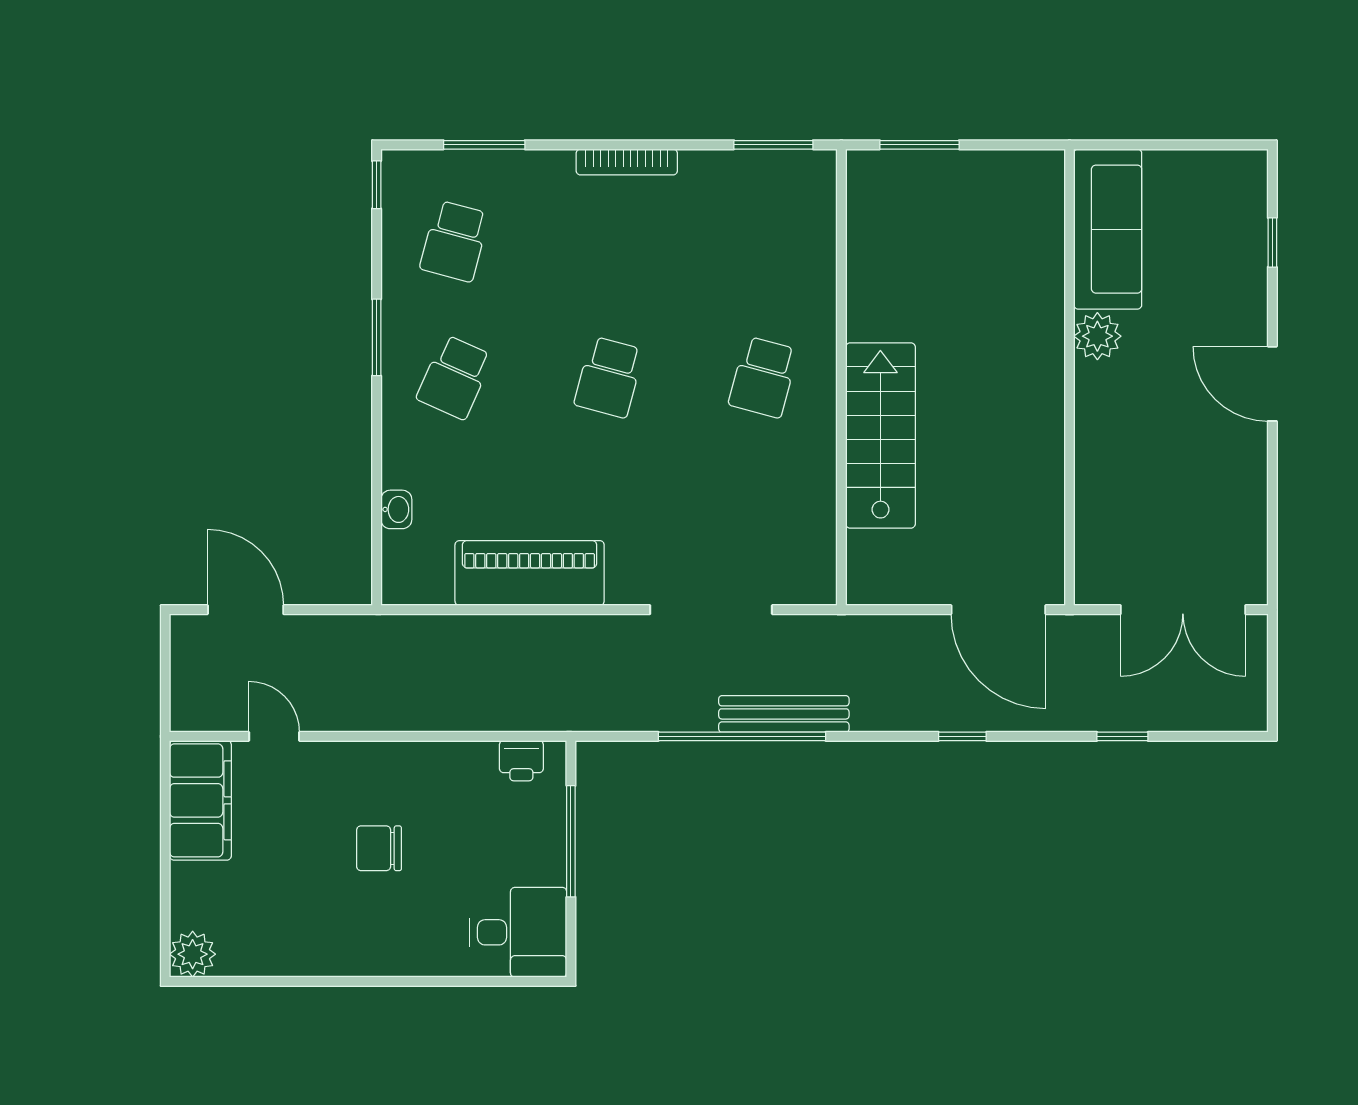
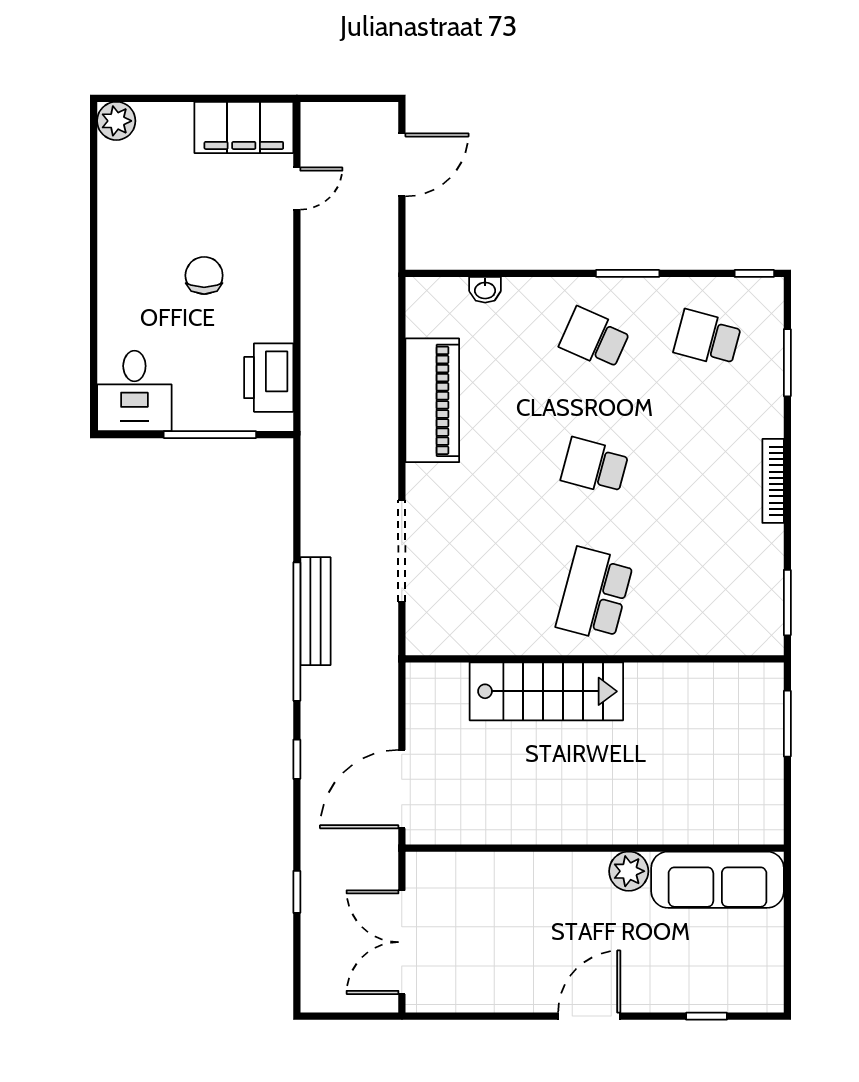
school desk: (763, 377) -> (595, 594), width x1.85
window: (742, 736) -> (297, 632), moved
printer: (521, 761) -> (269, 378), width x1.87, depth x1.48

